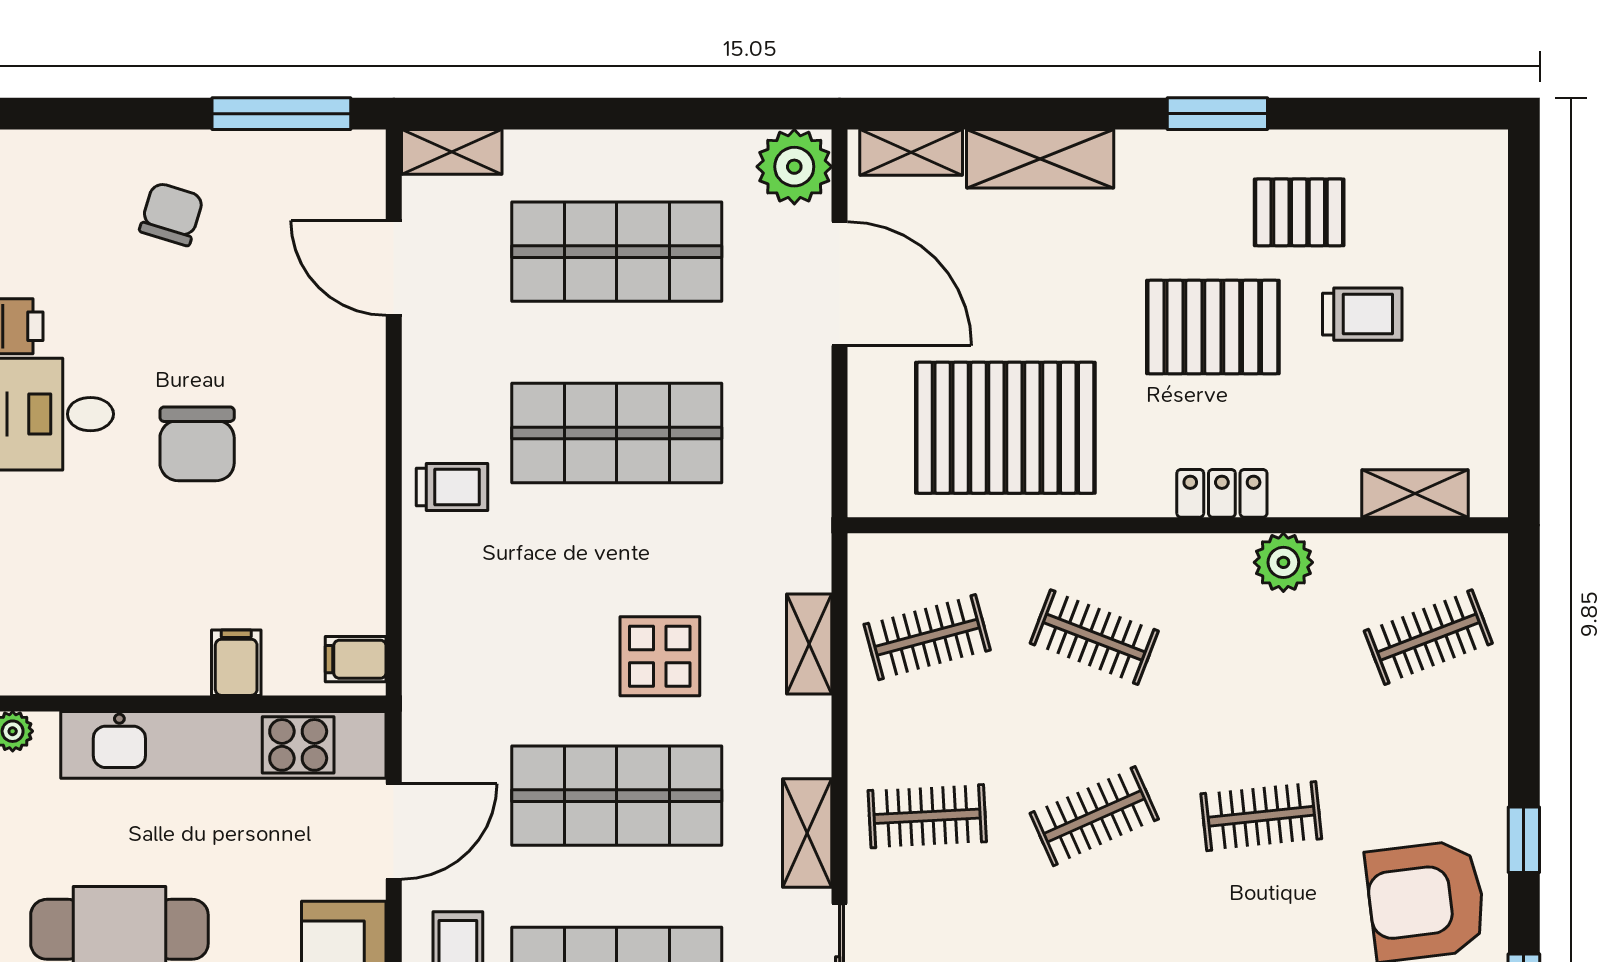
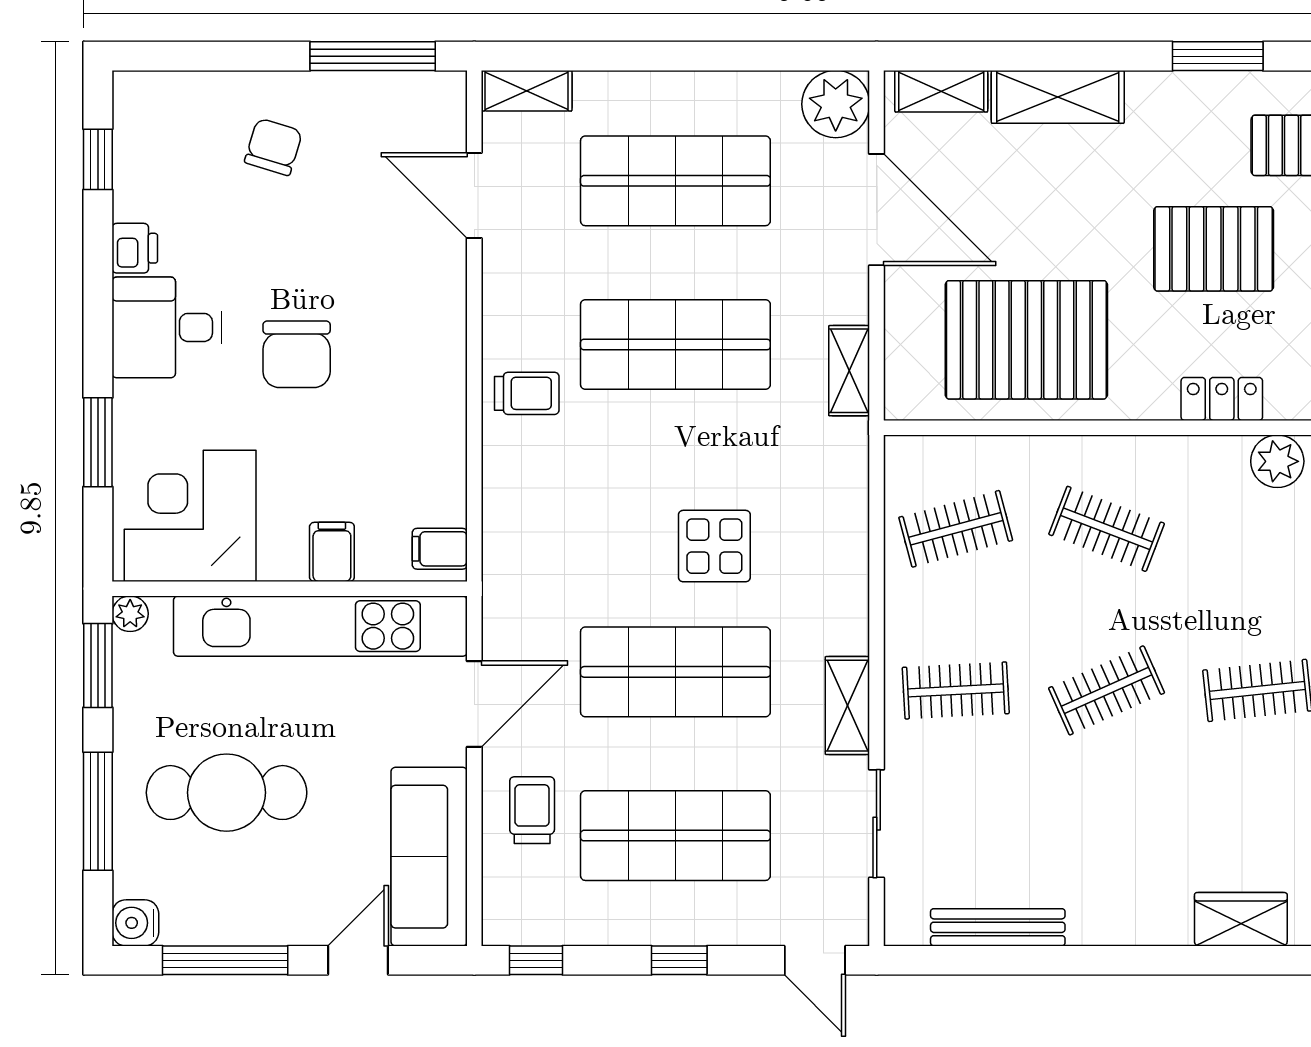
corner desk: (79, 623) -> (190, 516), added
shelving: (809, 644) -> (849, 371), moved

